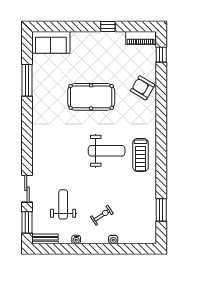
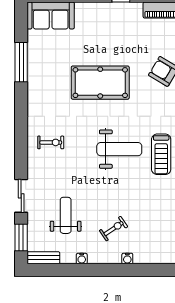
exercise bike: (51, 145) -> (51, 142), added

